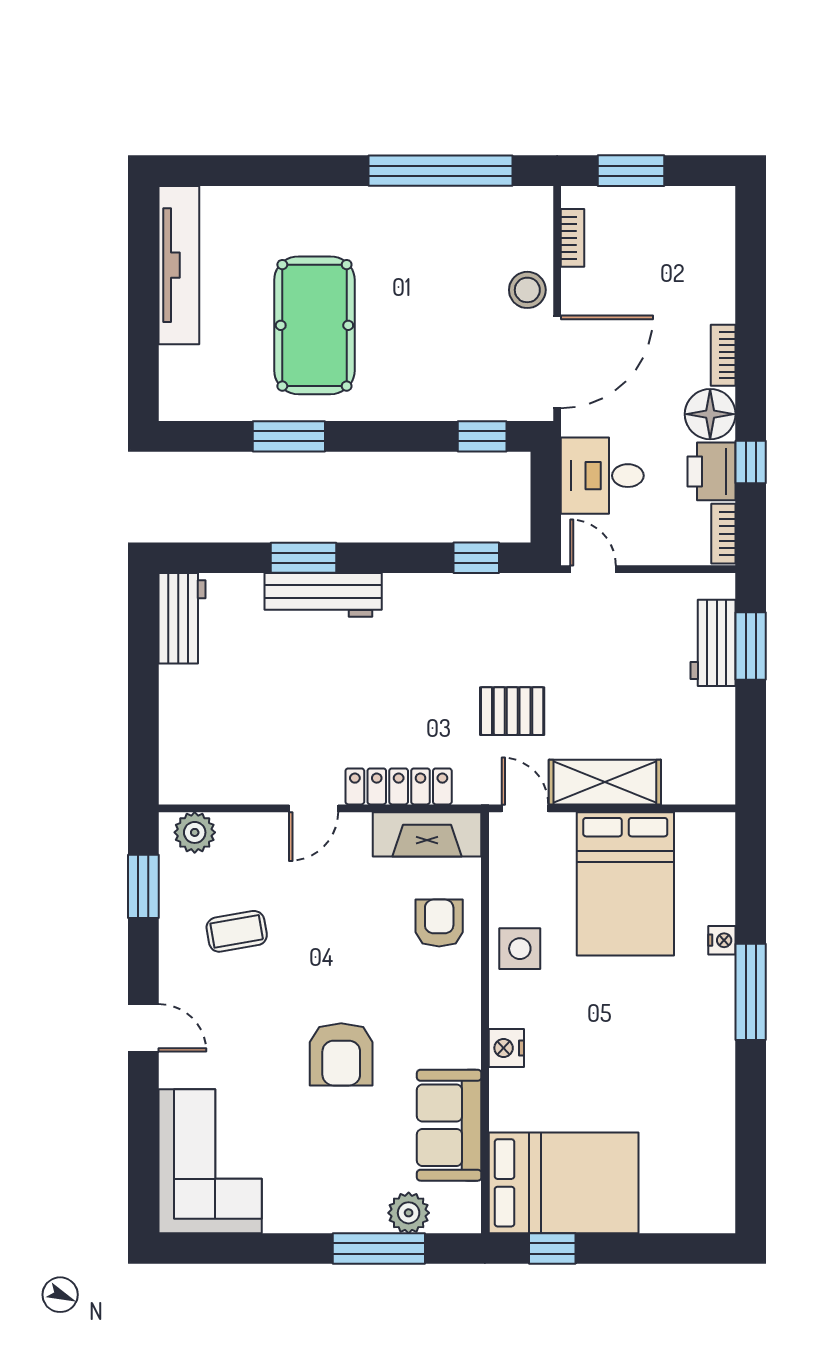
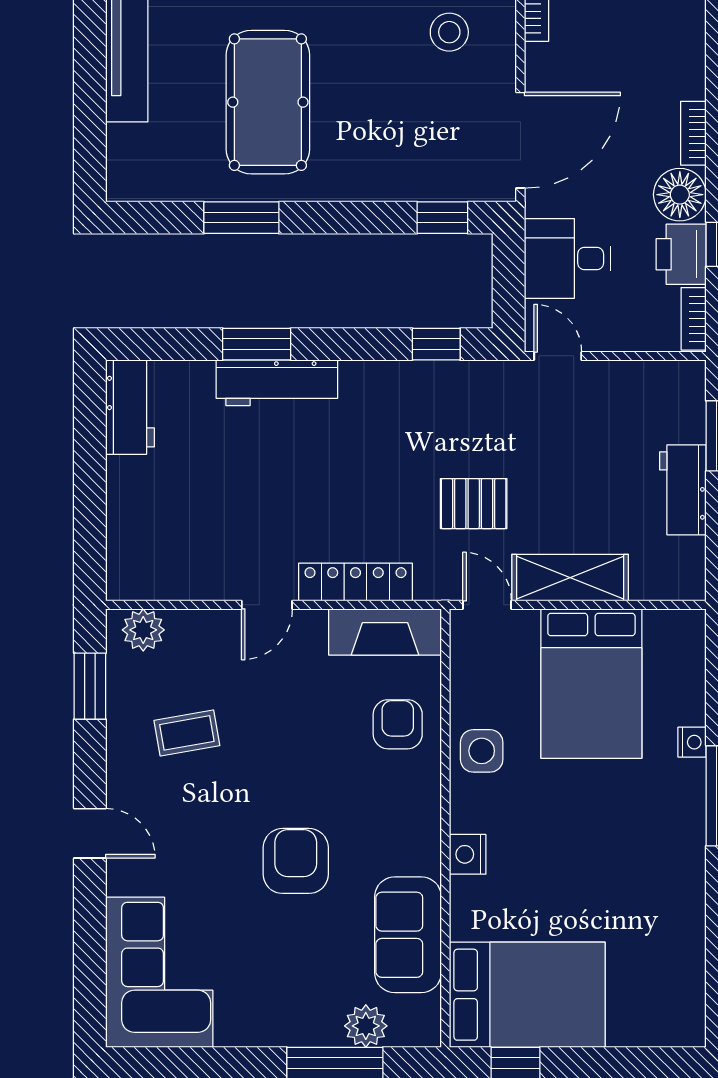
stool: (527, 290) -> (449, 32), moved
workbench: (713, 643) -> (683, 490), moved
armchair: (341, 1054) -> (296, 861), turned 180

